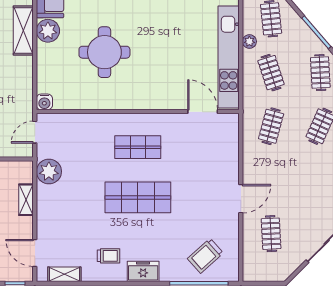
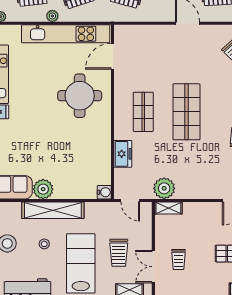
shelving: (23, 31) -> (53, 210), width x1.47
round table: (104, 52) -> (80, 96), moved
freezer: (89, 123) -> (123, 154), added
shelving: (26, 200) -> (168, 208), moved

